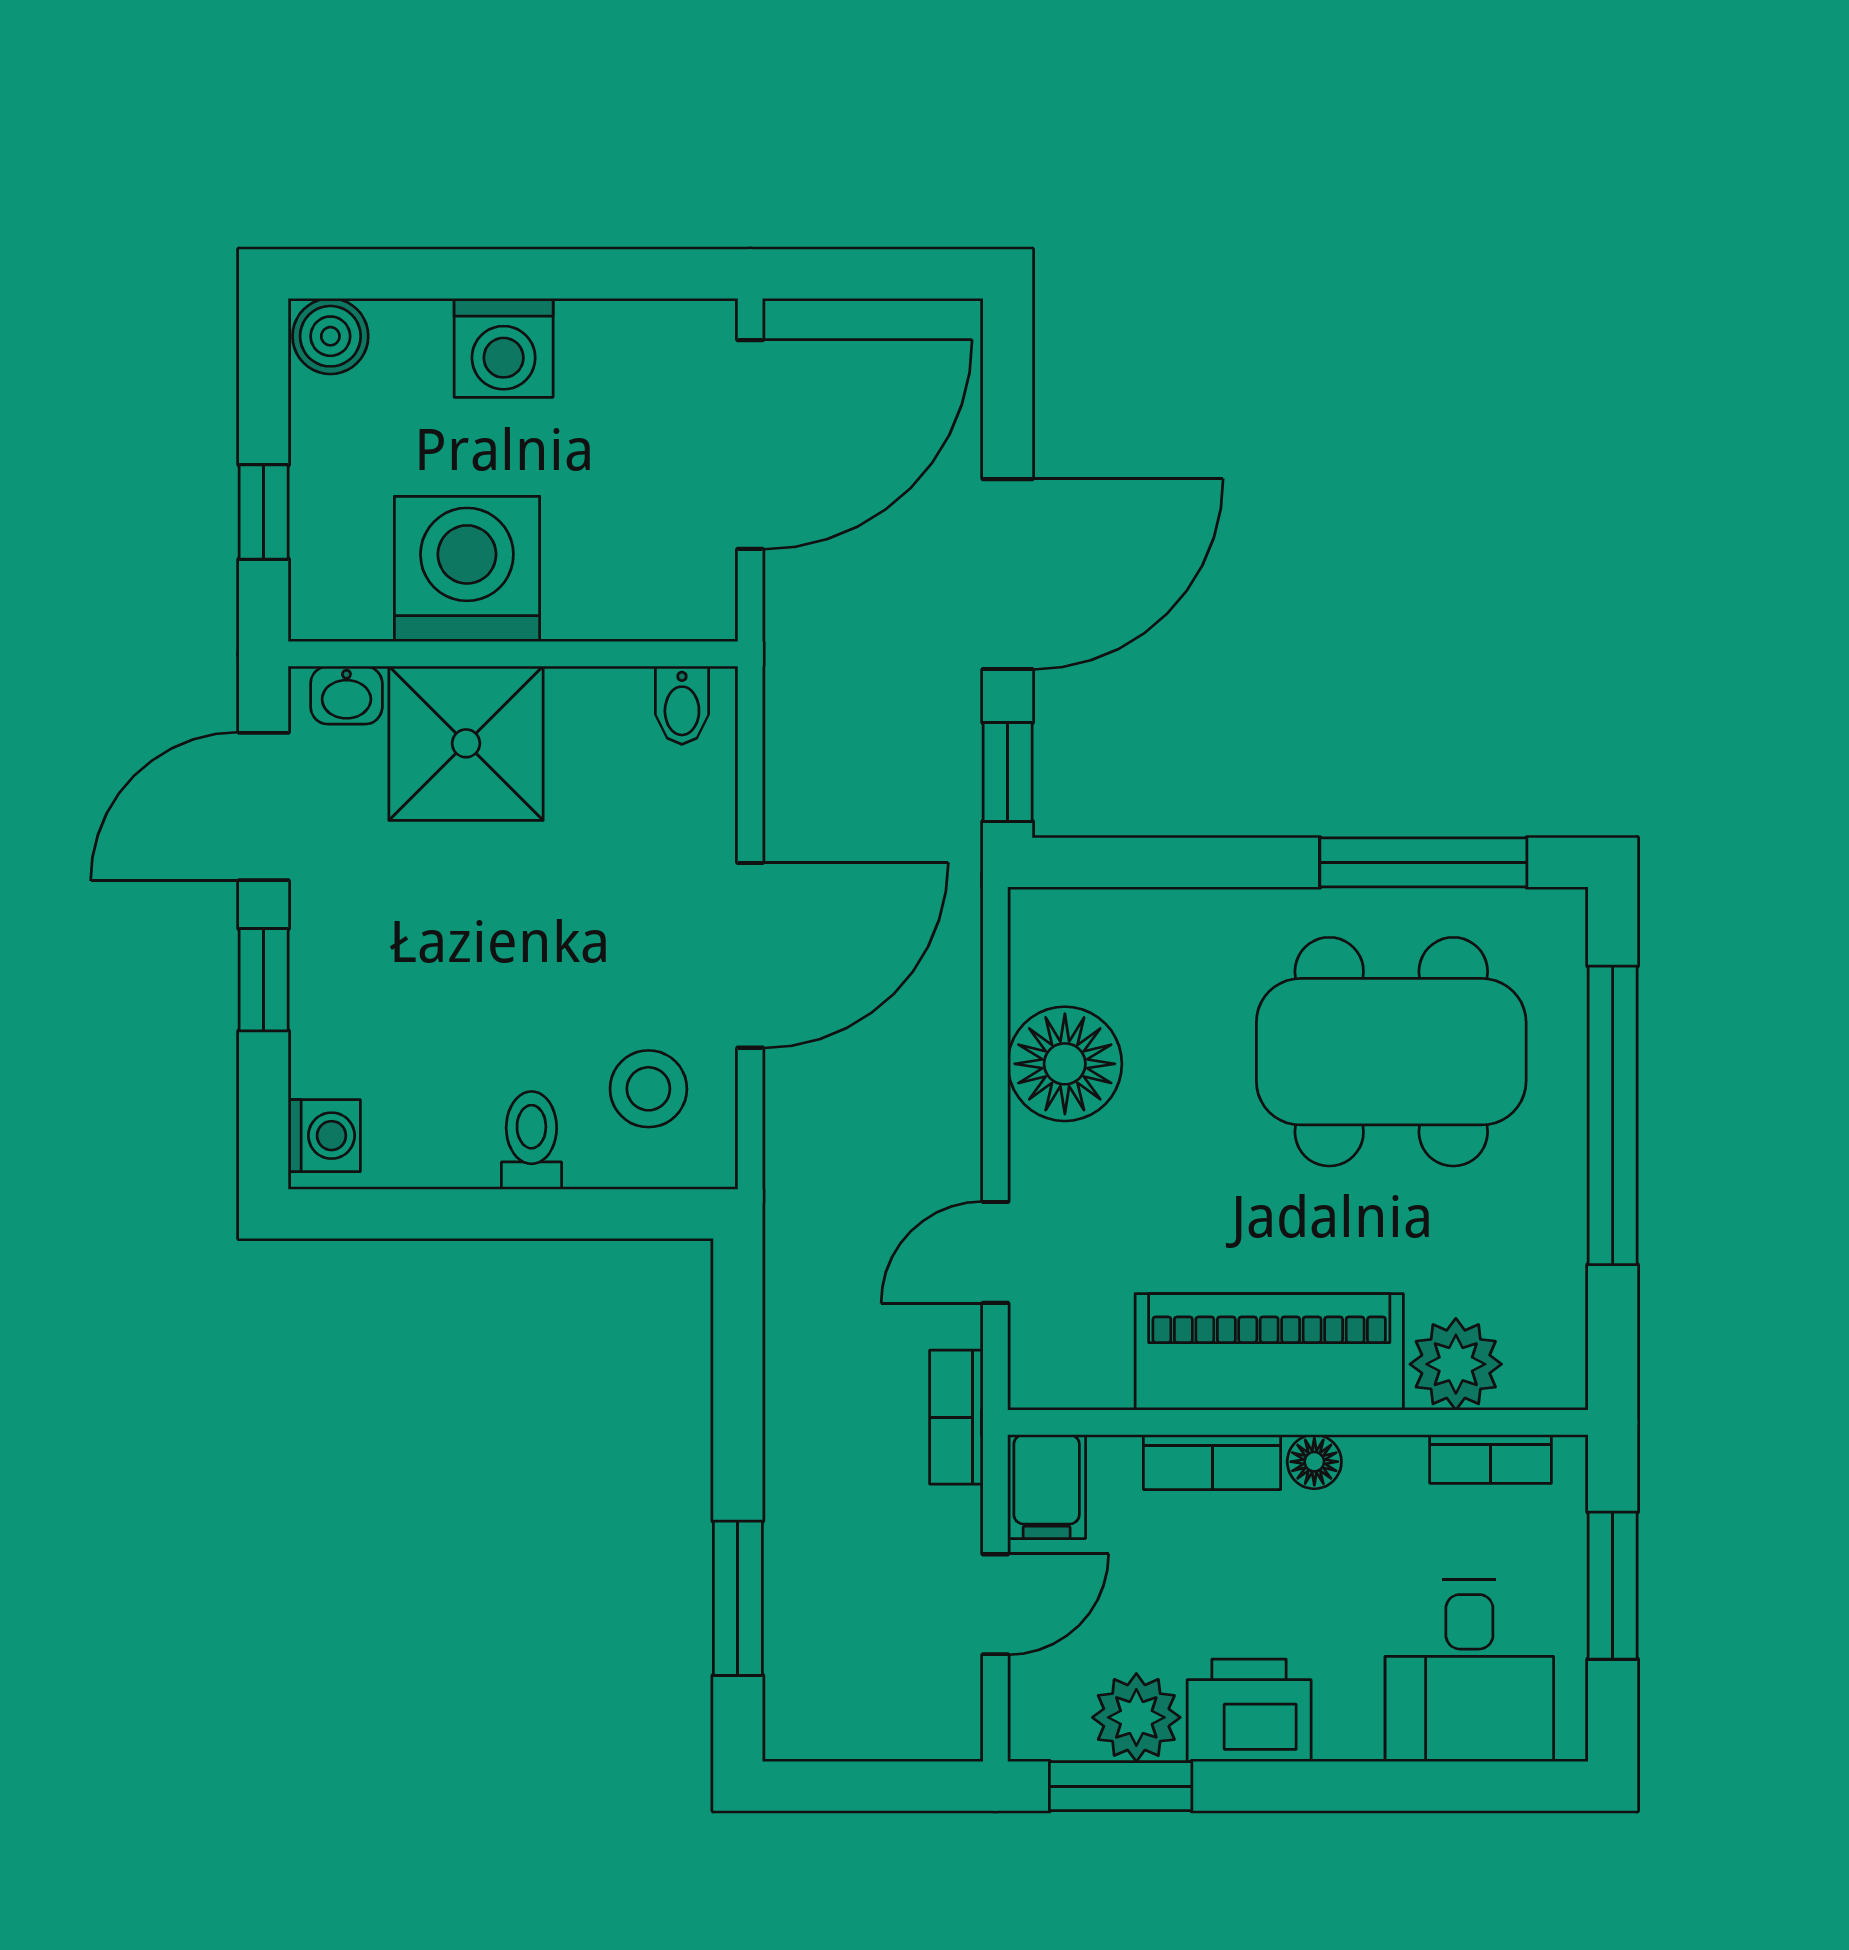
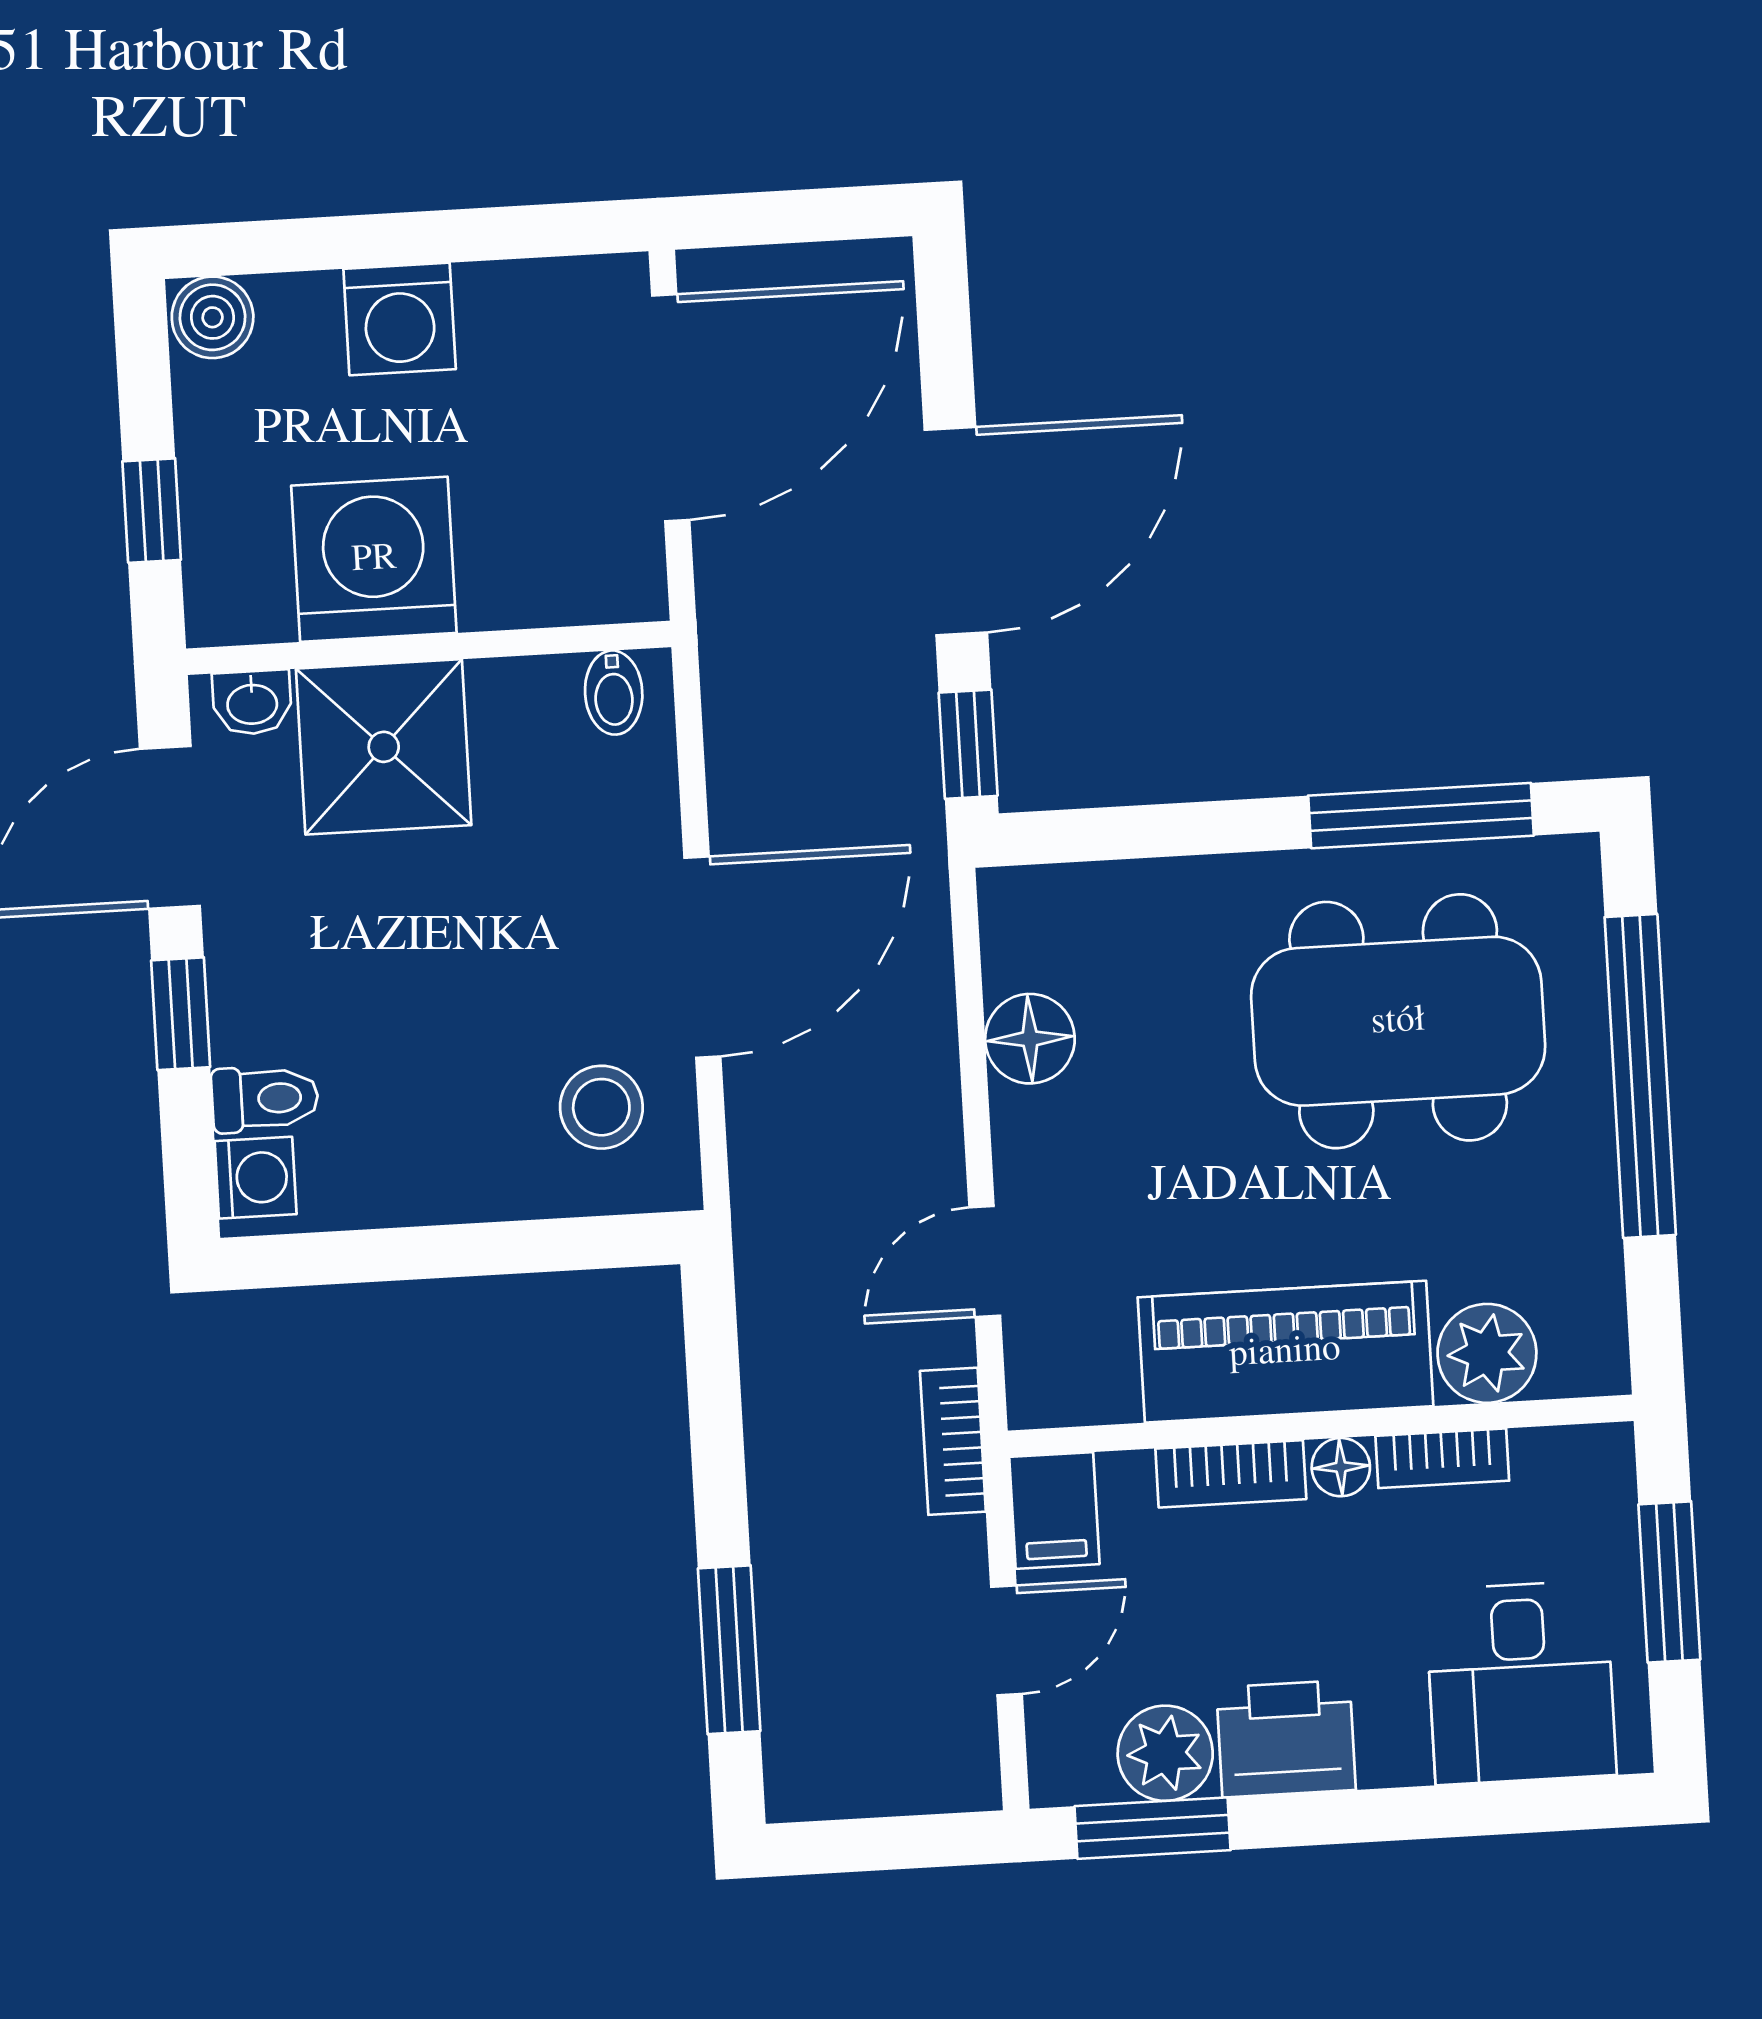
floor lamp: (1065, 1064) -> (1030, 1039), width x0.73, depth x0.73
toilet: (531, 1140) -> (265, 1099), moved, turned 90
bookcase: (1491, 1459) -> (1442, 1458), moved

